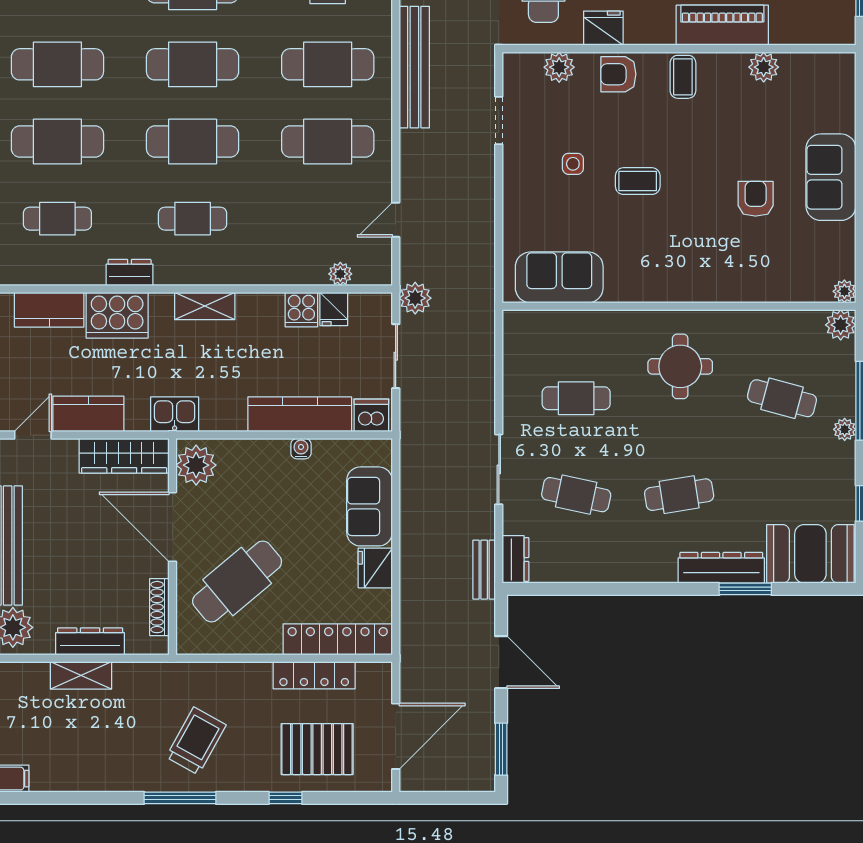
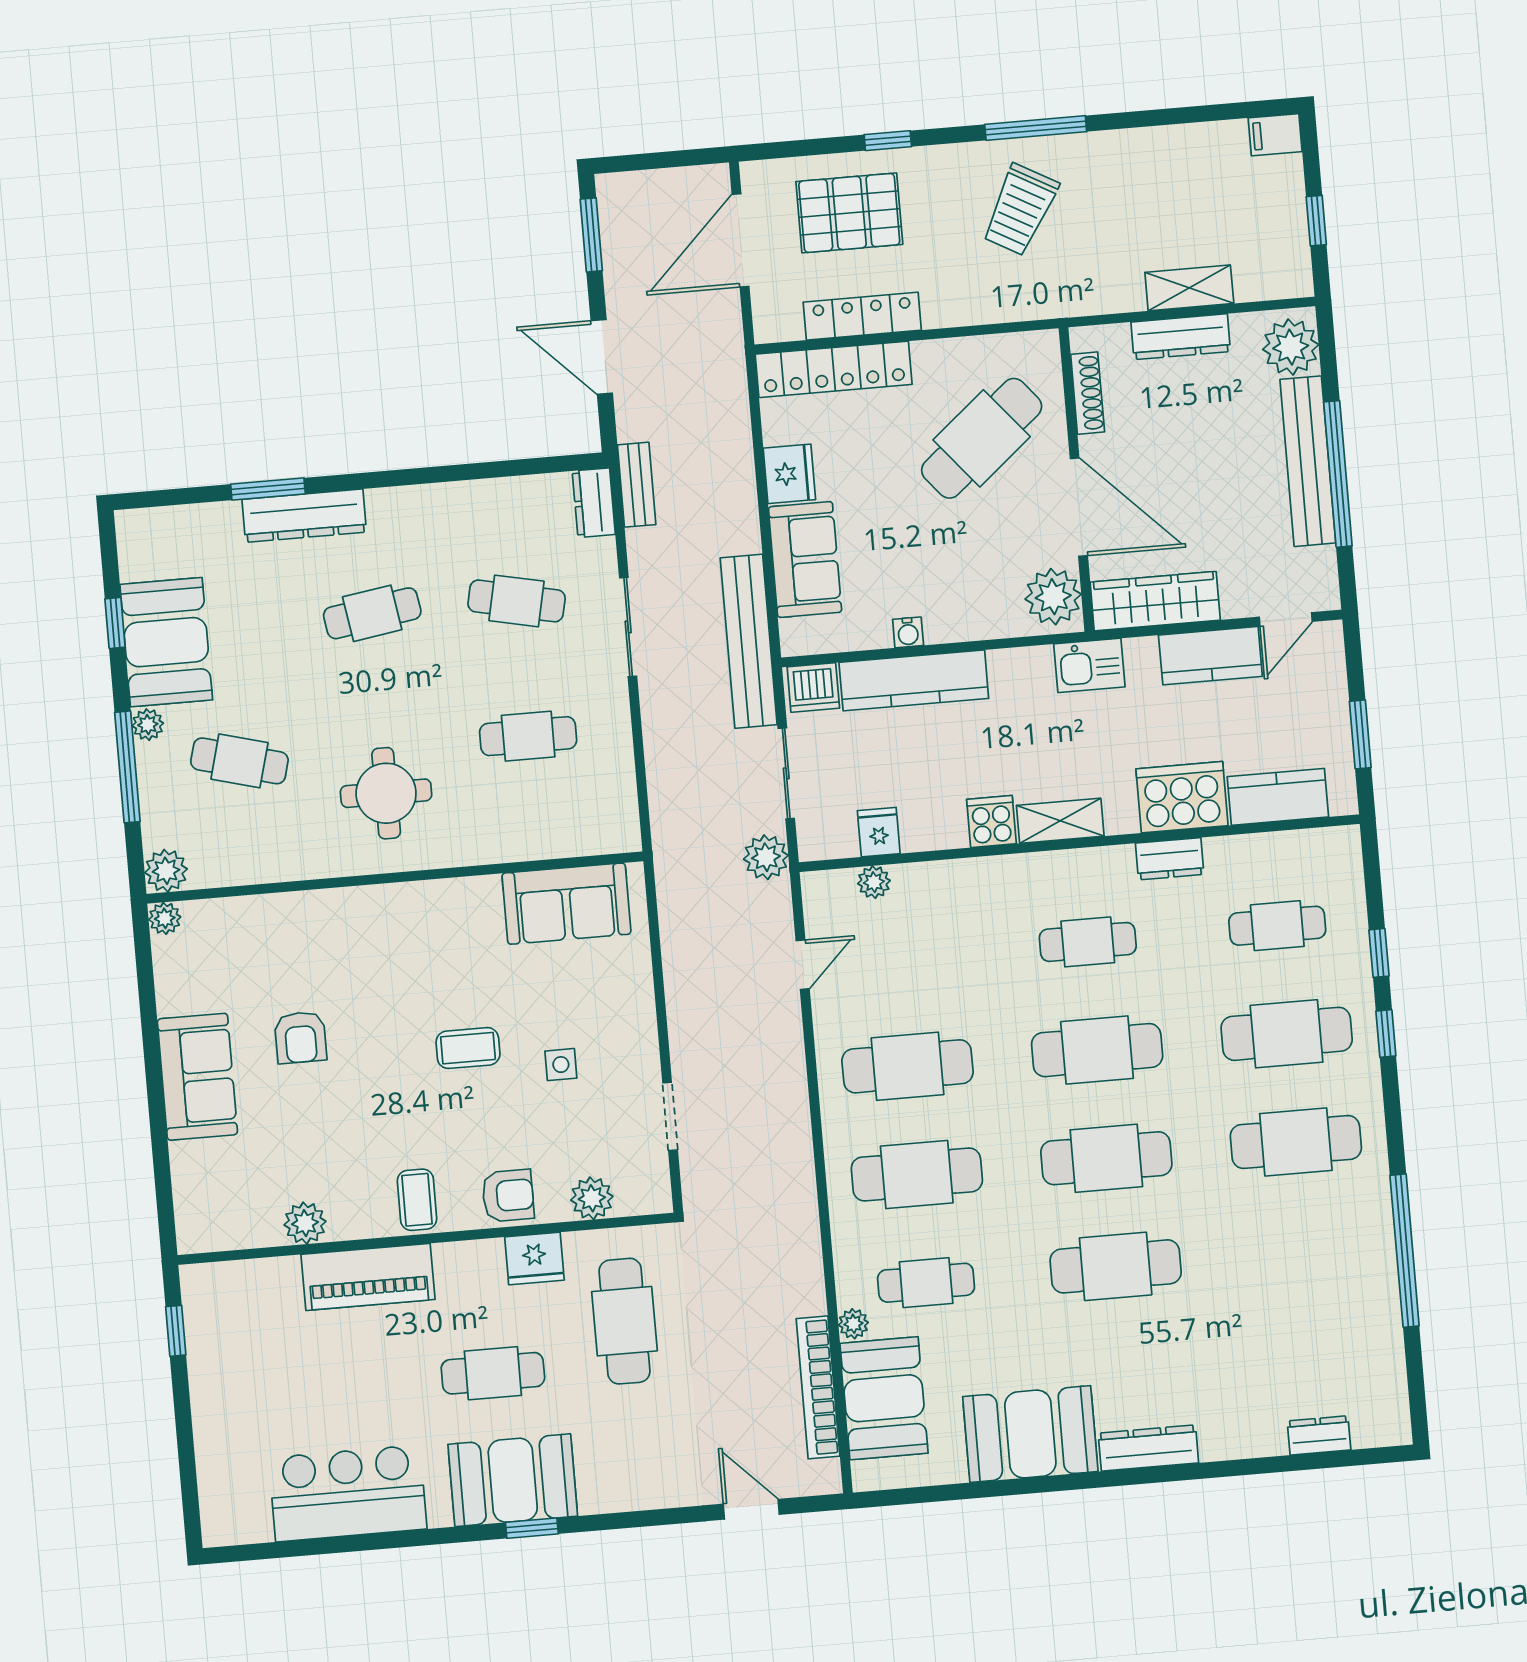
bench: (414, 67) -> (749, 641), moved
cooker: (301, 310) -> (991, 822), moved
booth: (810, 554) -> (166, 642), moved, turned 90

